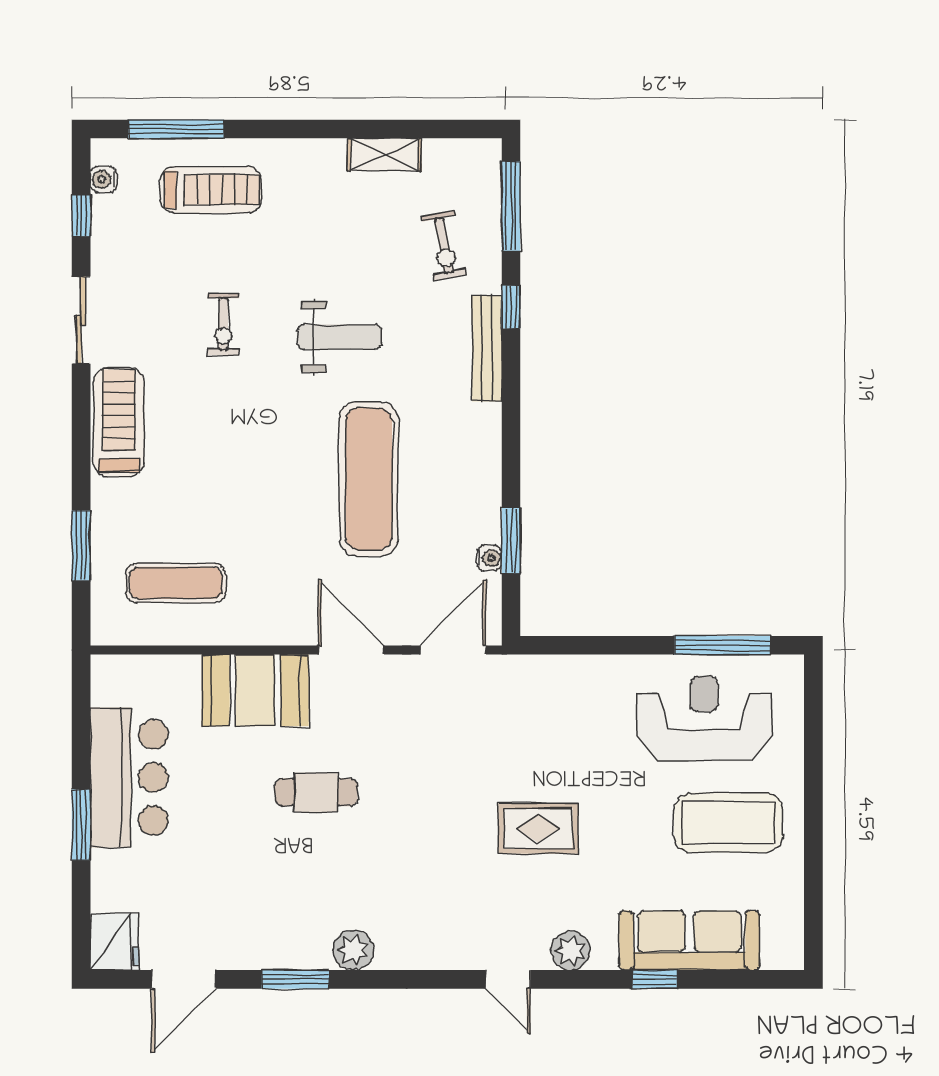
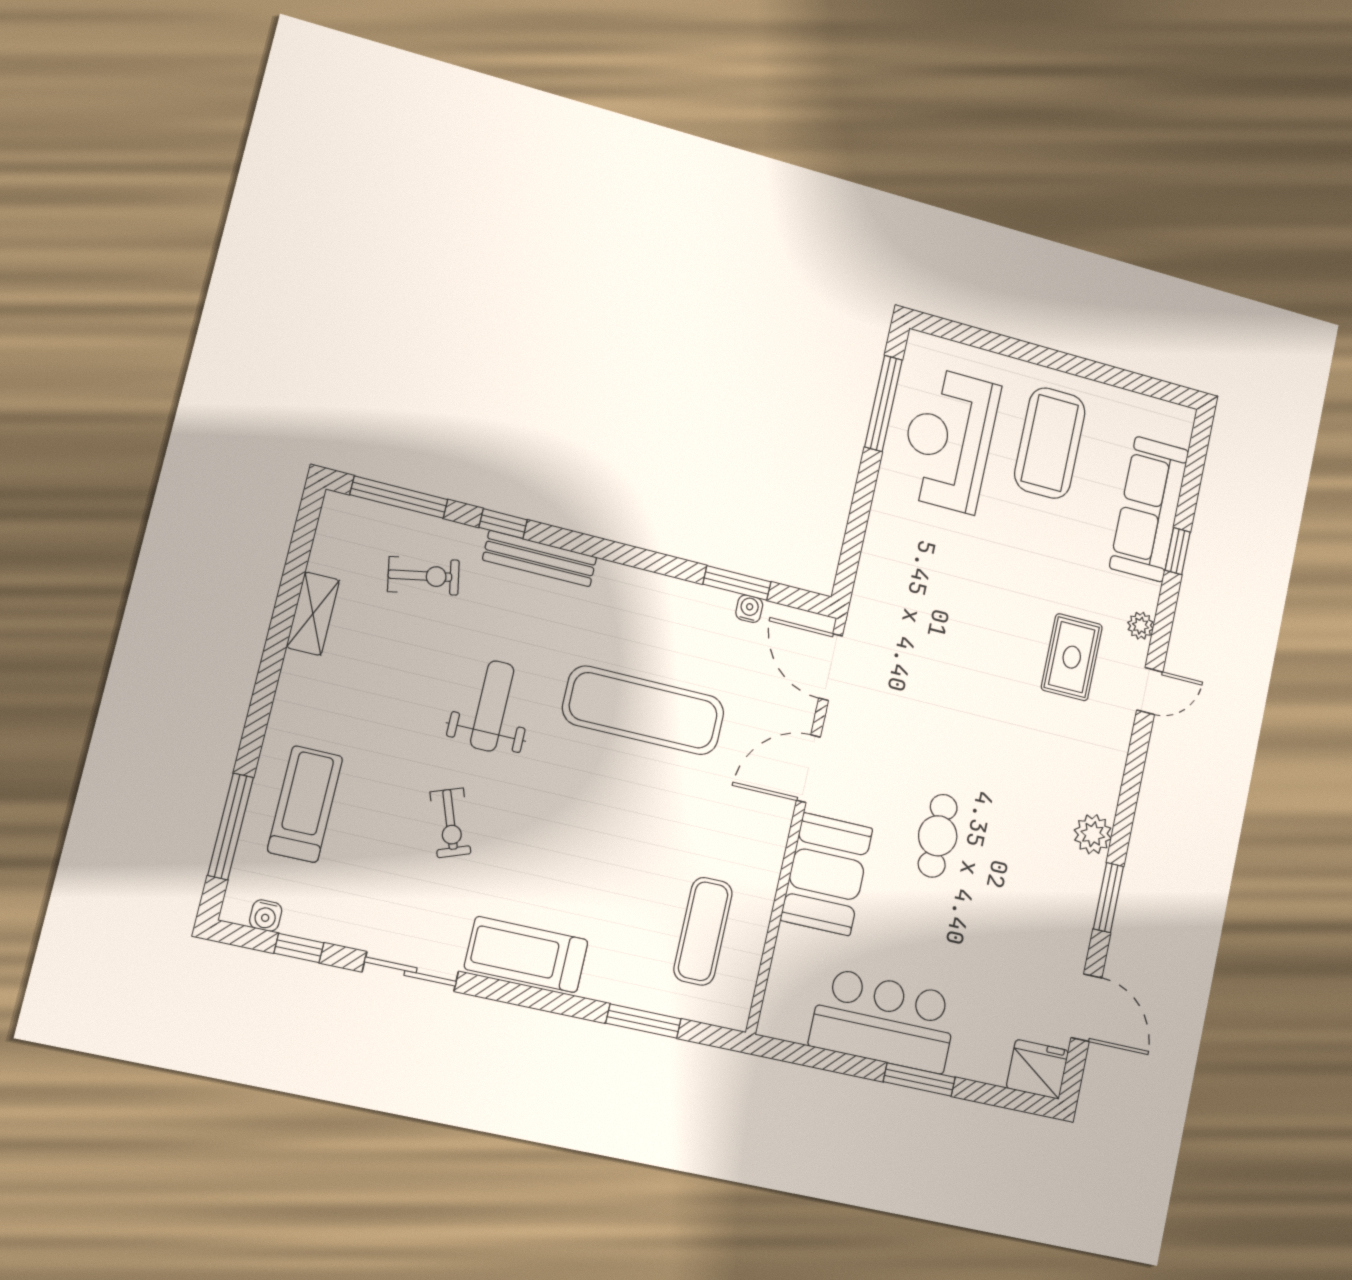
exercise bike: (223, 324) -> (450, 823), turned 70
rug: (538, 828) -> (1072, 657), moved
plant: (571, 951) -> (1141, 626), width x0.73, depth x0.73

